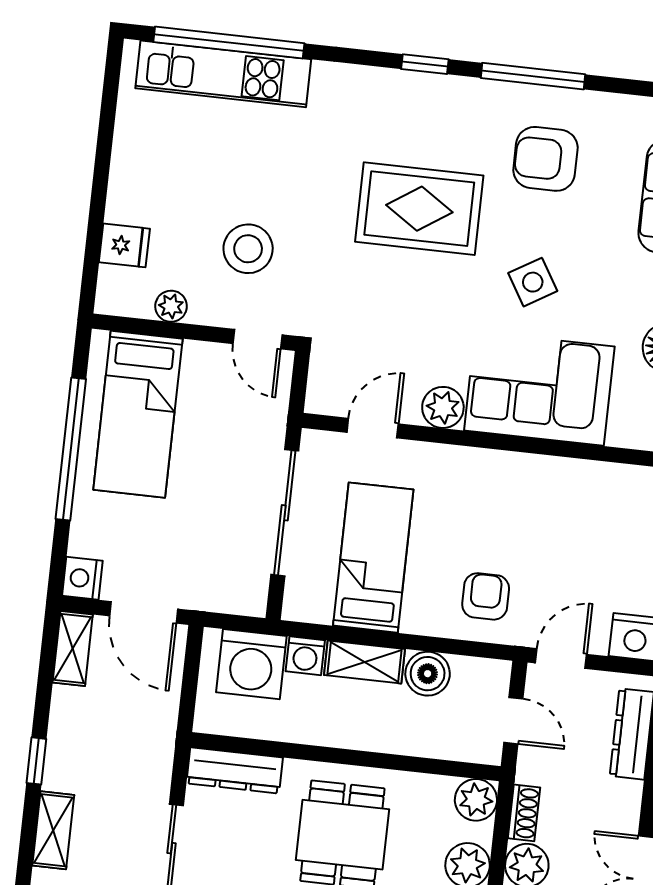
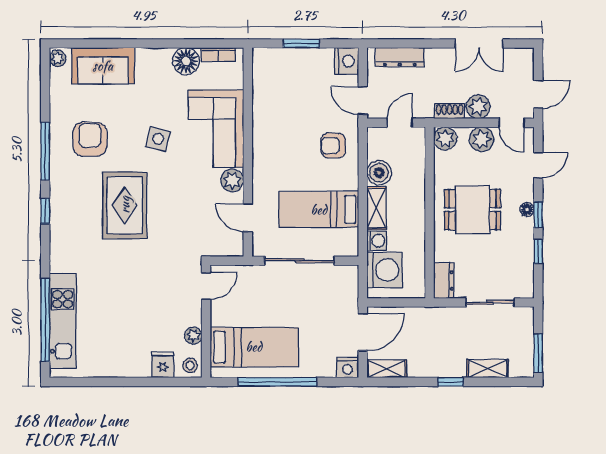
armchair: (545, 159) -> (90, 139), turned 180
stool: (248, 249) -> (190, 365), moved, width x0.53, depth x0.53
side table: (533, 282) -> (158, 139), turned 45
dresser: (235, 770) -> (444, 280), width x0.70

